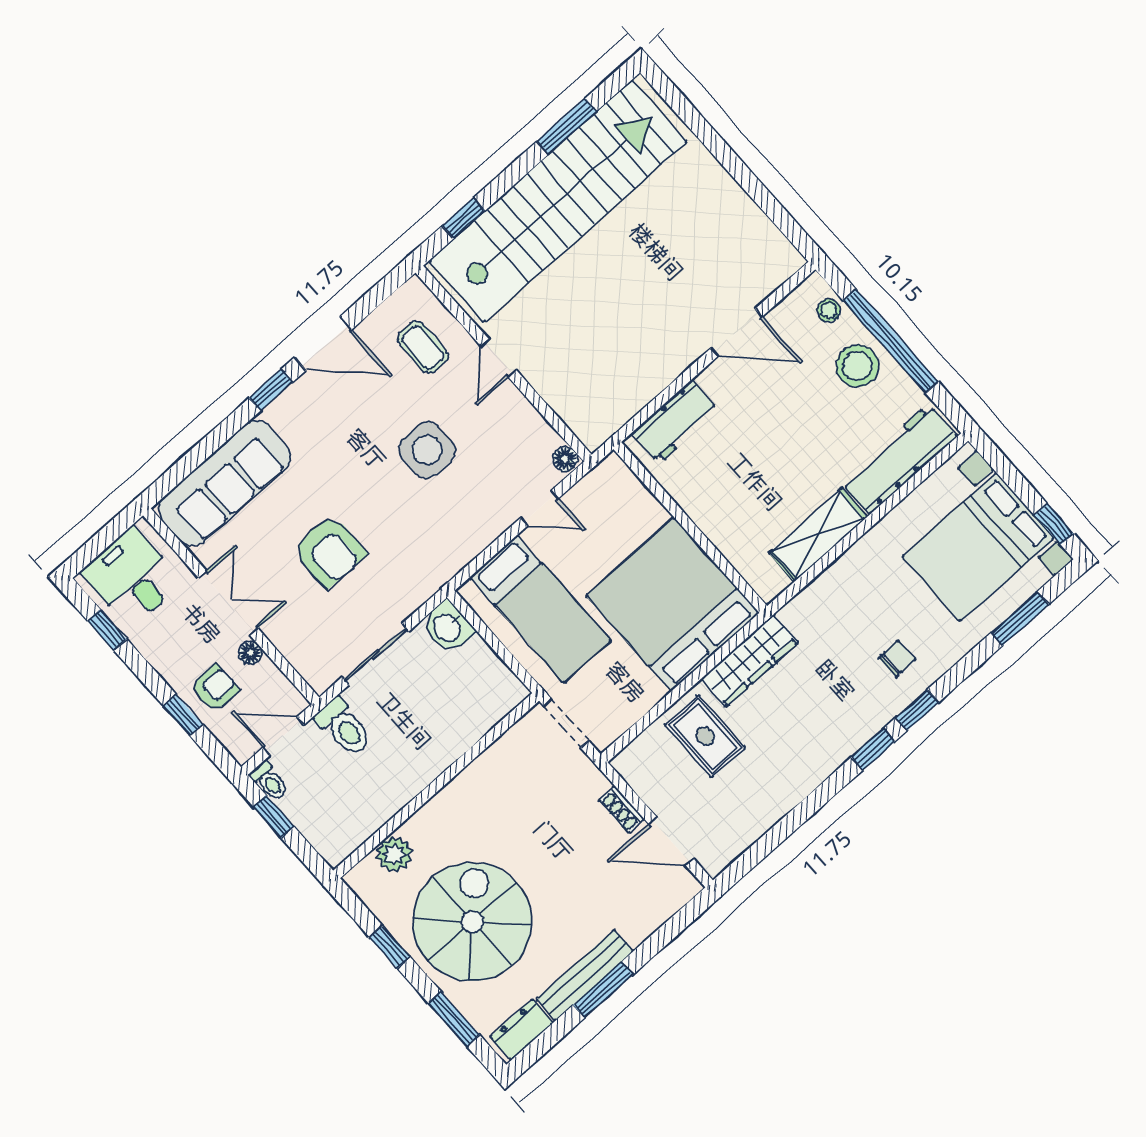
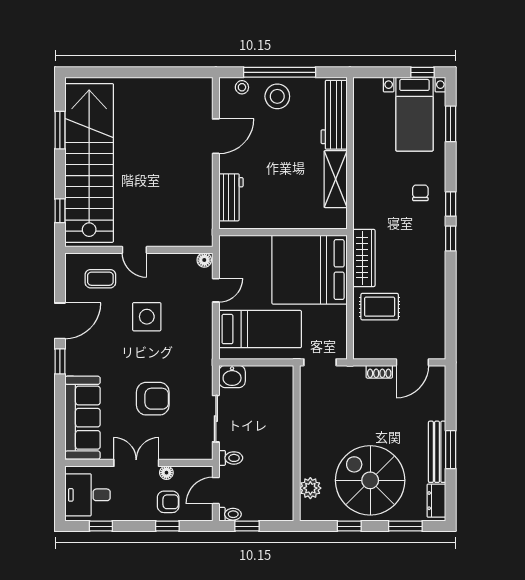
bed with nightstands: (978, 547) -> (414, 114), width x0.73
armchair: (215, 688) -> (168, 502), turned 90
toilet: (344, 727) -> (231, 458), width x0.73, depth x0.72

